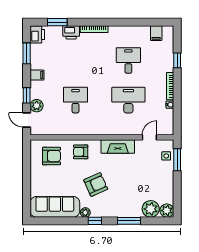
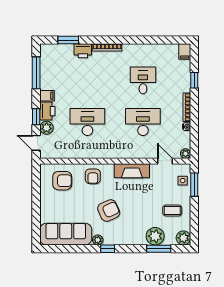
filing cabinet: (156, 33) -> (185, 52), moved
printer: (37, 35) -> (47, 111), moved
window: (27, 53) -> (36, 73), width x1.44
desk: (76, 100) -> (87, 122), width x1.37
plant: (169, 130) -> (186, 154), added
door: (149, 137) -> (165, 161), hinge flipped
armchair: (81, 152) -> (93, 176), turned -90
coffee table: (156, 184) -> (172, 211), added
plant: (151, 209) -> (155, 236), moved
window: (129, 221) -> (159, 249), moved

